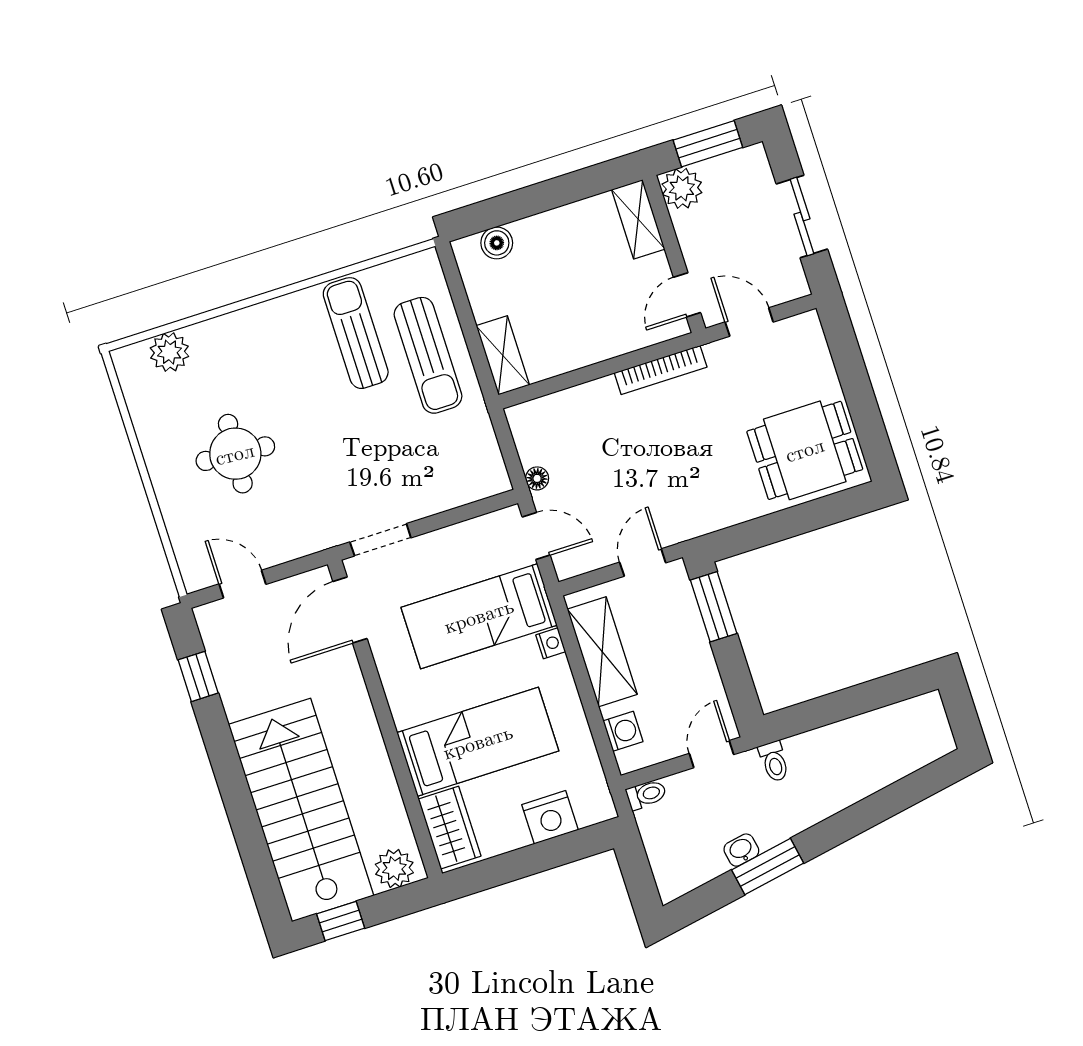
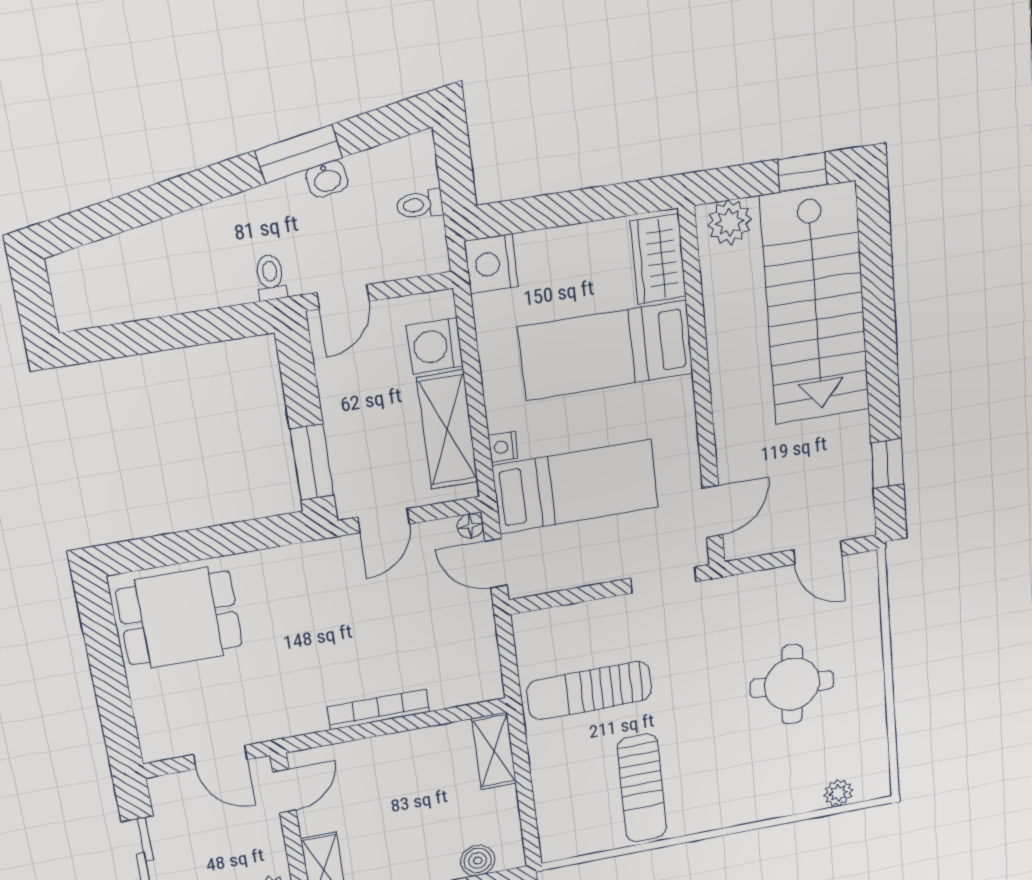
plant: (169, 352) -> (838, 793), width x0.73, depth x0.73
sun lounger: (428, 355) -> (589, 690), moved, turned -90
bookcase: (661, 370) -> (378, 709), moved
floor lamp: (537, 478) -> (470, 526), moved
door: (350, 610) -> (713, 511), width x0.73
washing machine: (623, 731) -> (435, 346), width x1.38, depth x1.38
toilet: (646, 795) -> (420, 204), moved
nightstand: (550, 817) -> (491, 264), moved, turned -90

